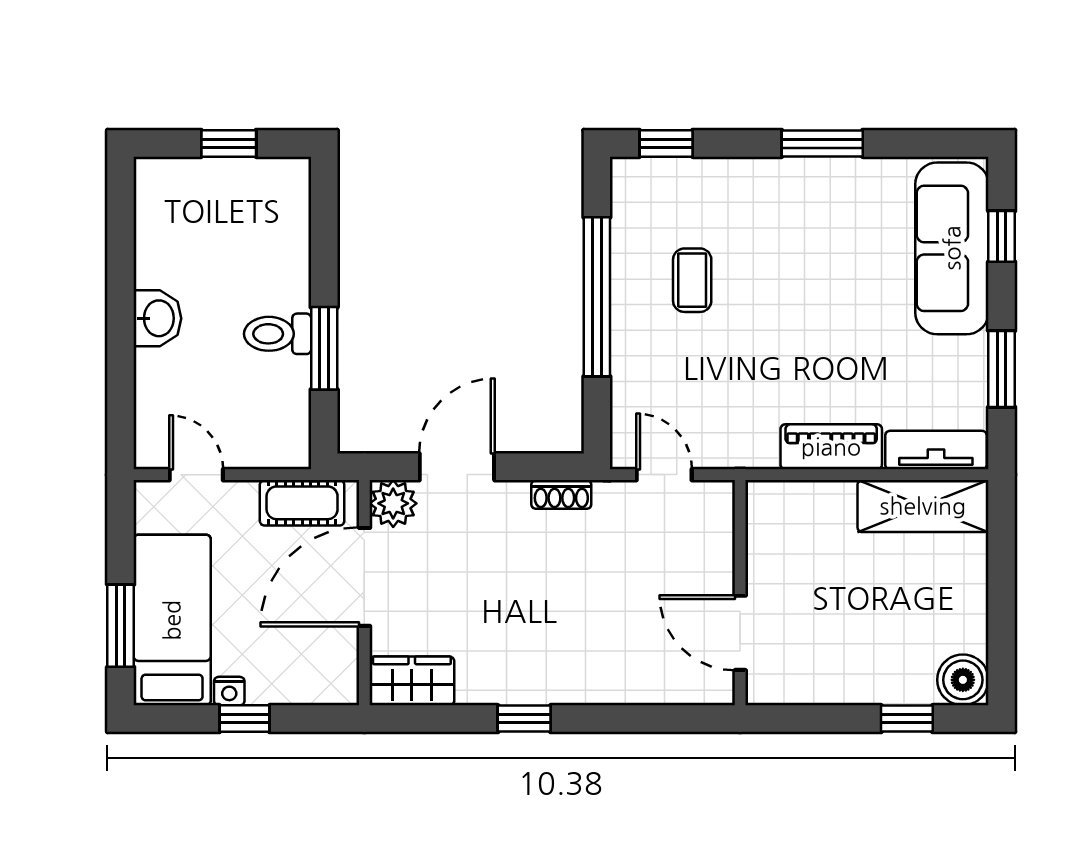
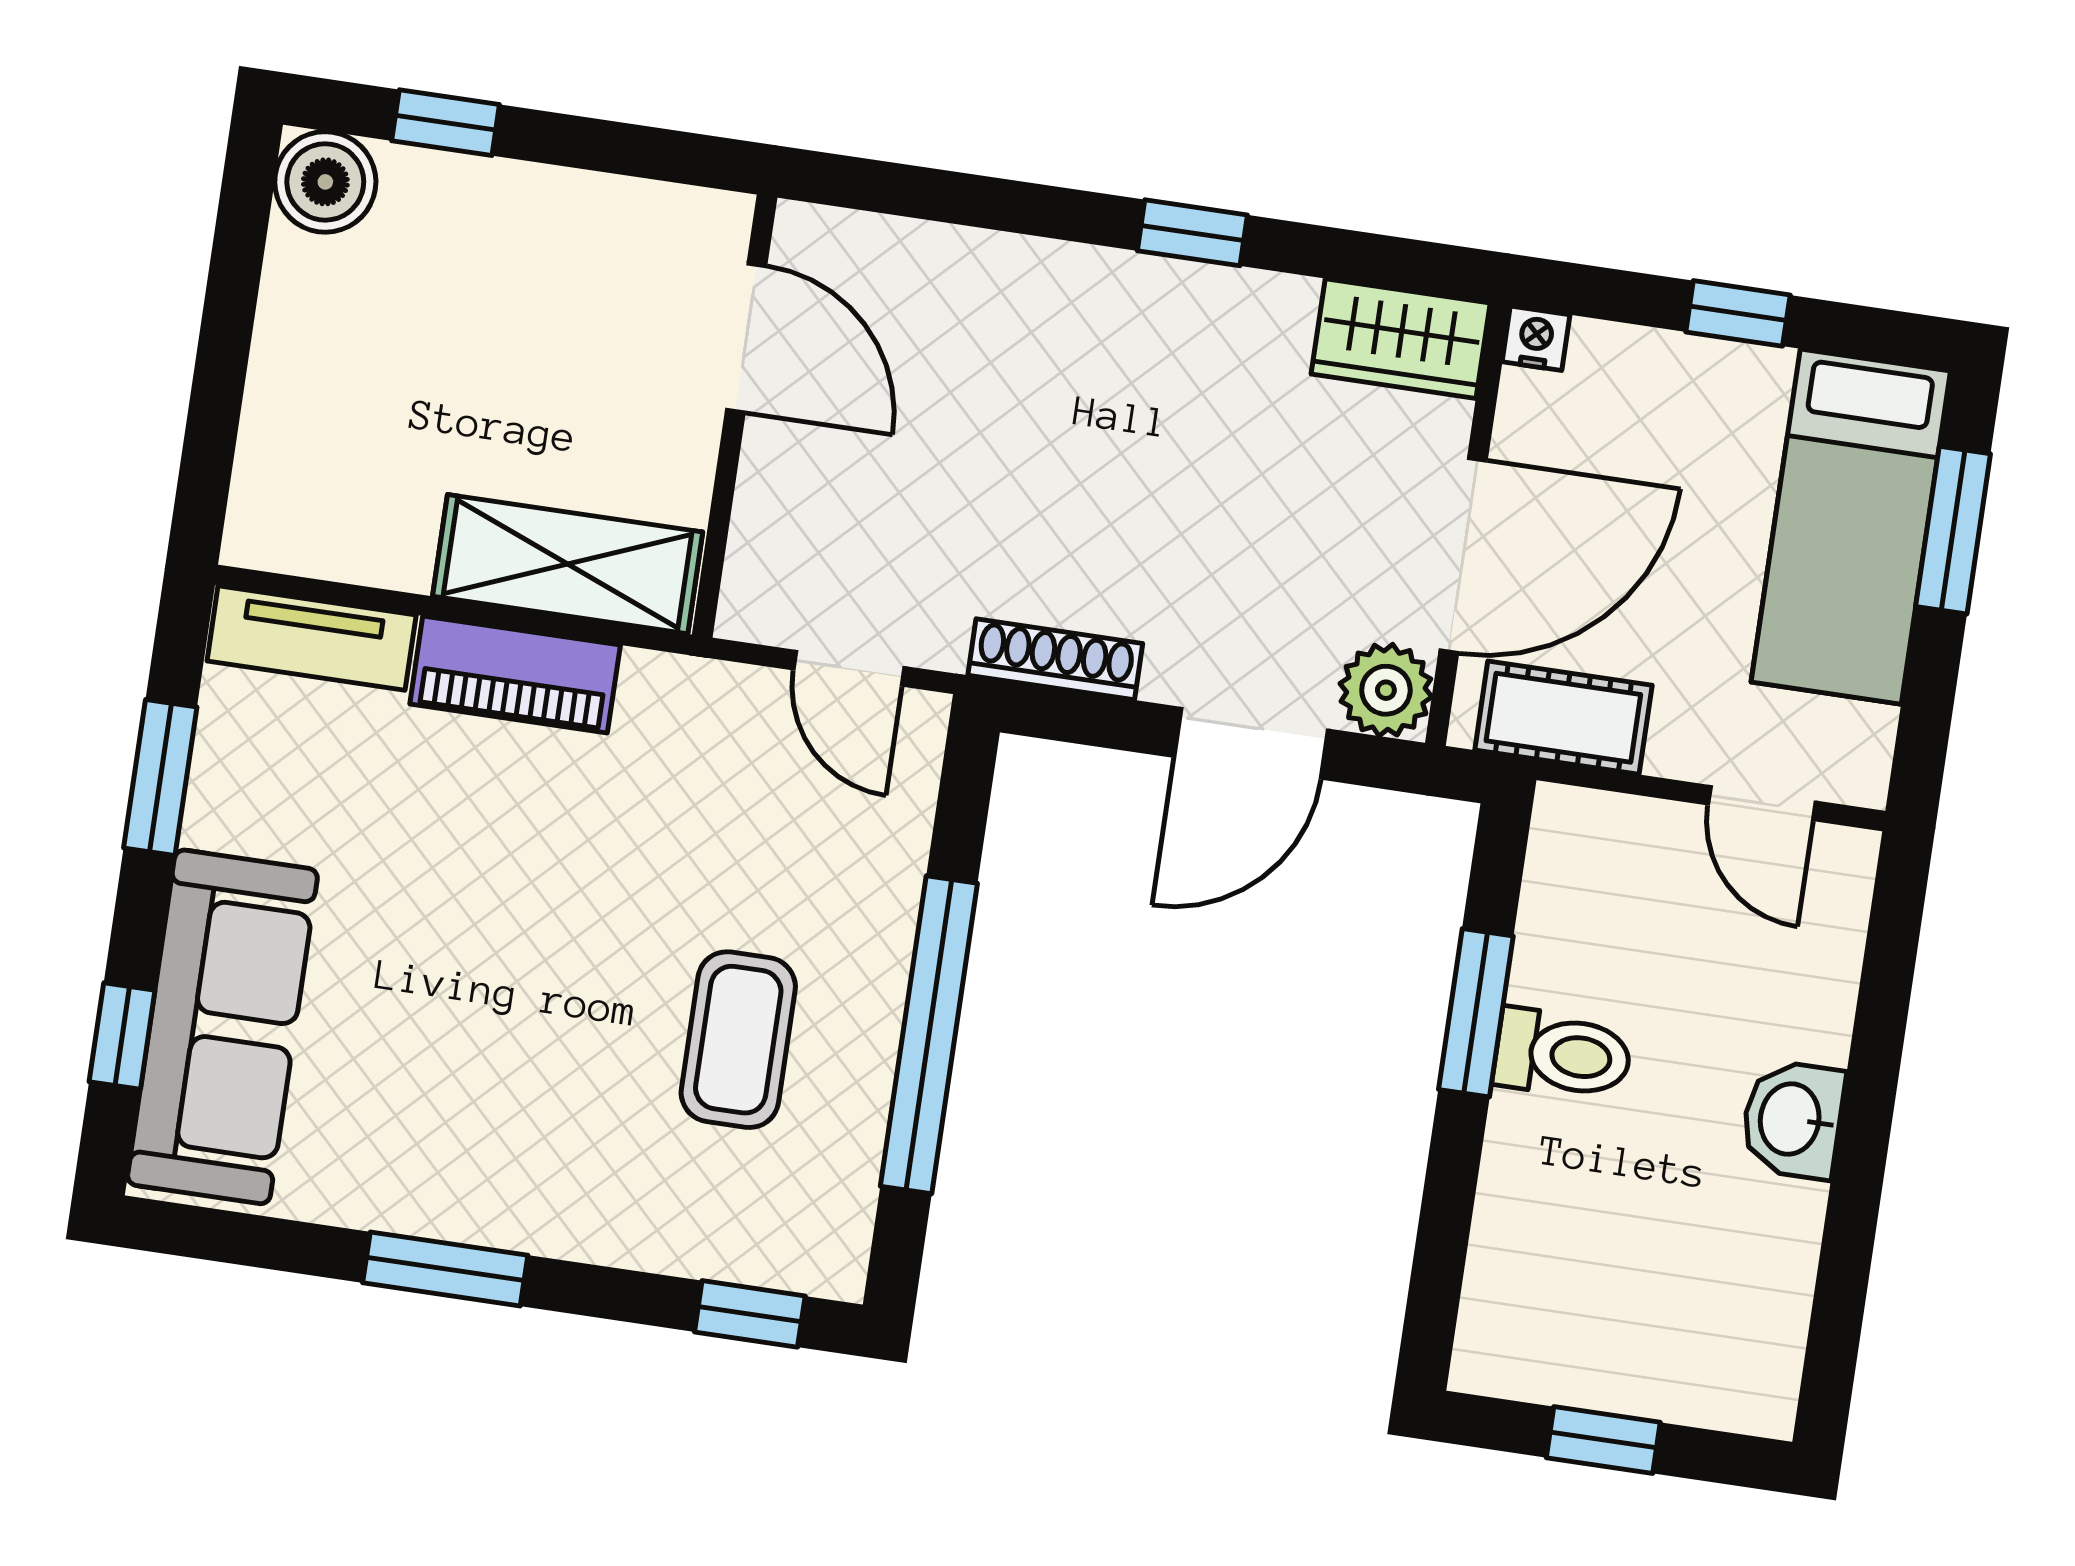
coffee table: (692, 280) -> (738, 1040), width x1.36, depth x1.30
shoe rack: (561, 494) -> (1055, 659), width x1.43
shelving: (923, 506) -> (568, 564), moved
nightstand: (229, 691) -> (1536, 338), moved

